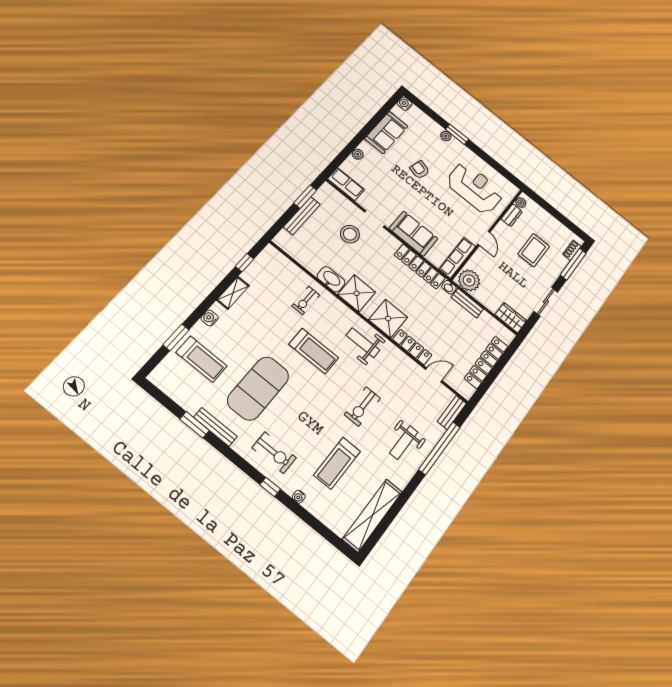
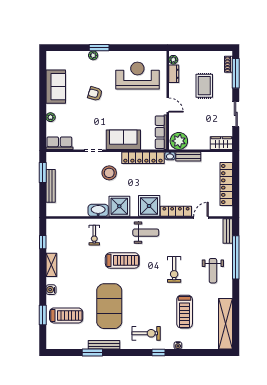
water cooler: (405, 104) -> (51, 56), removed
stool: (350, 234) -> (109, 173), moved
weight bench: (363, 343) -> (146, 233), turned 180

